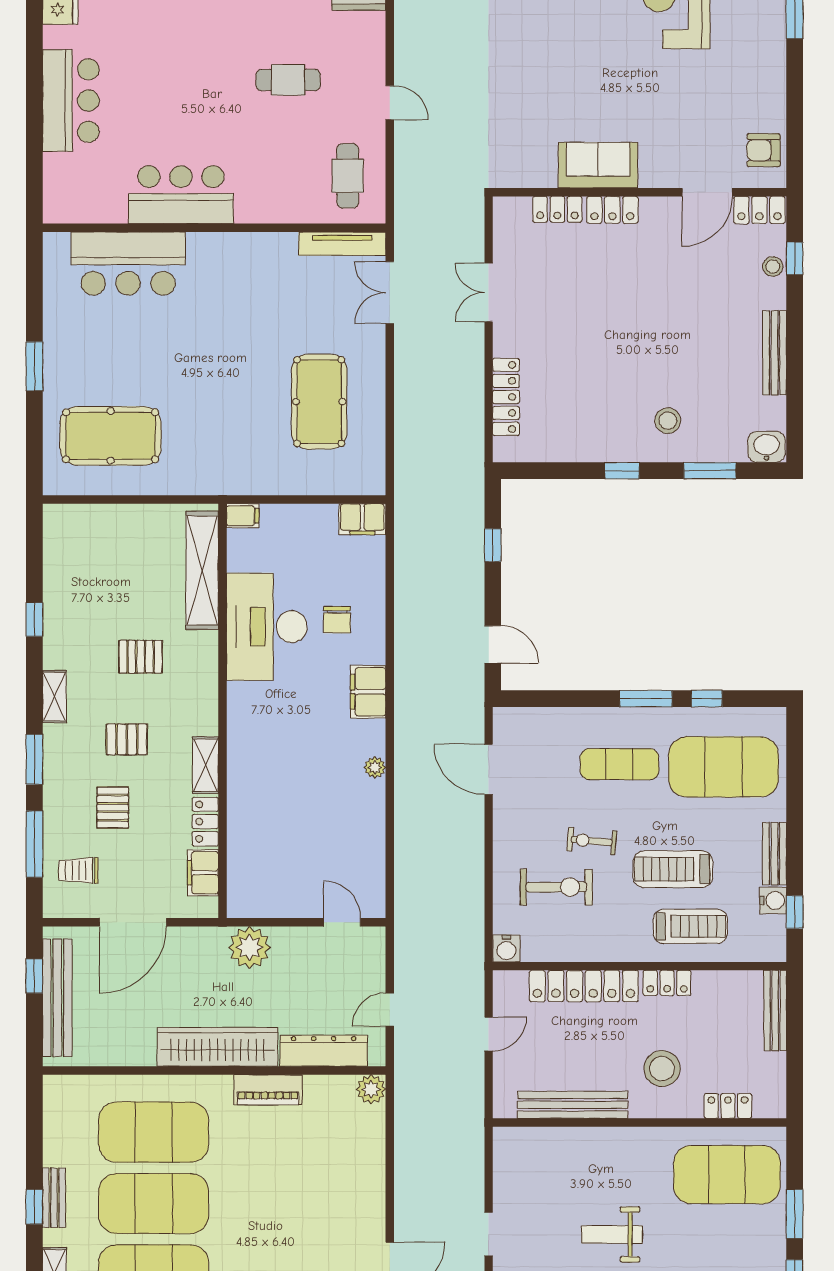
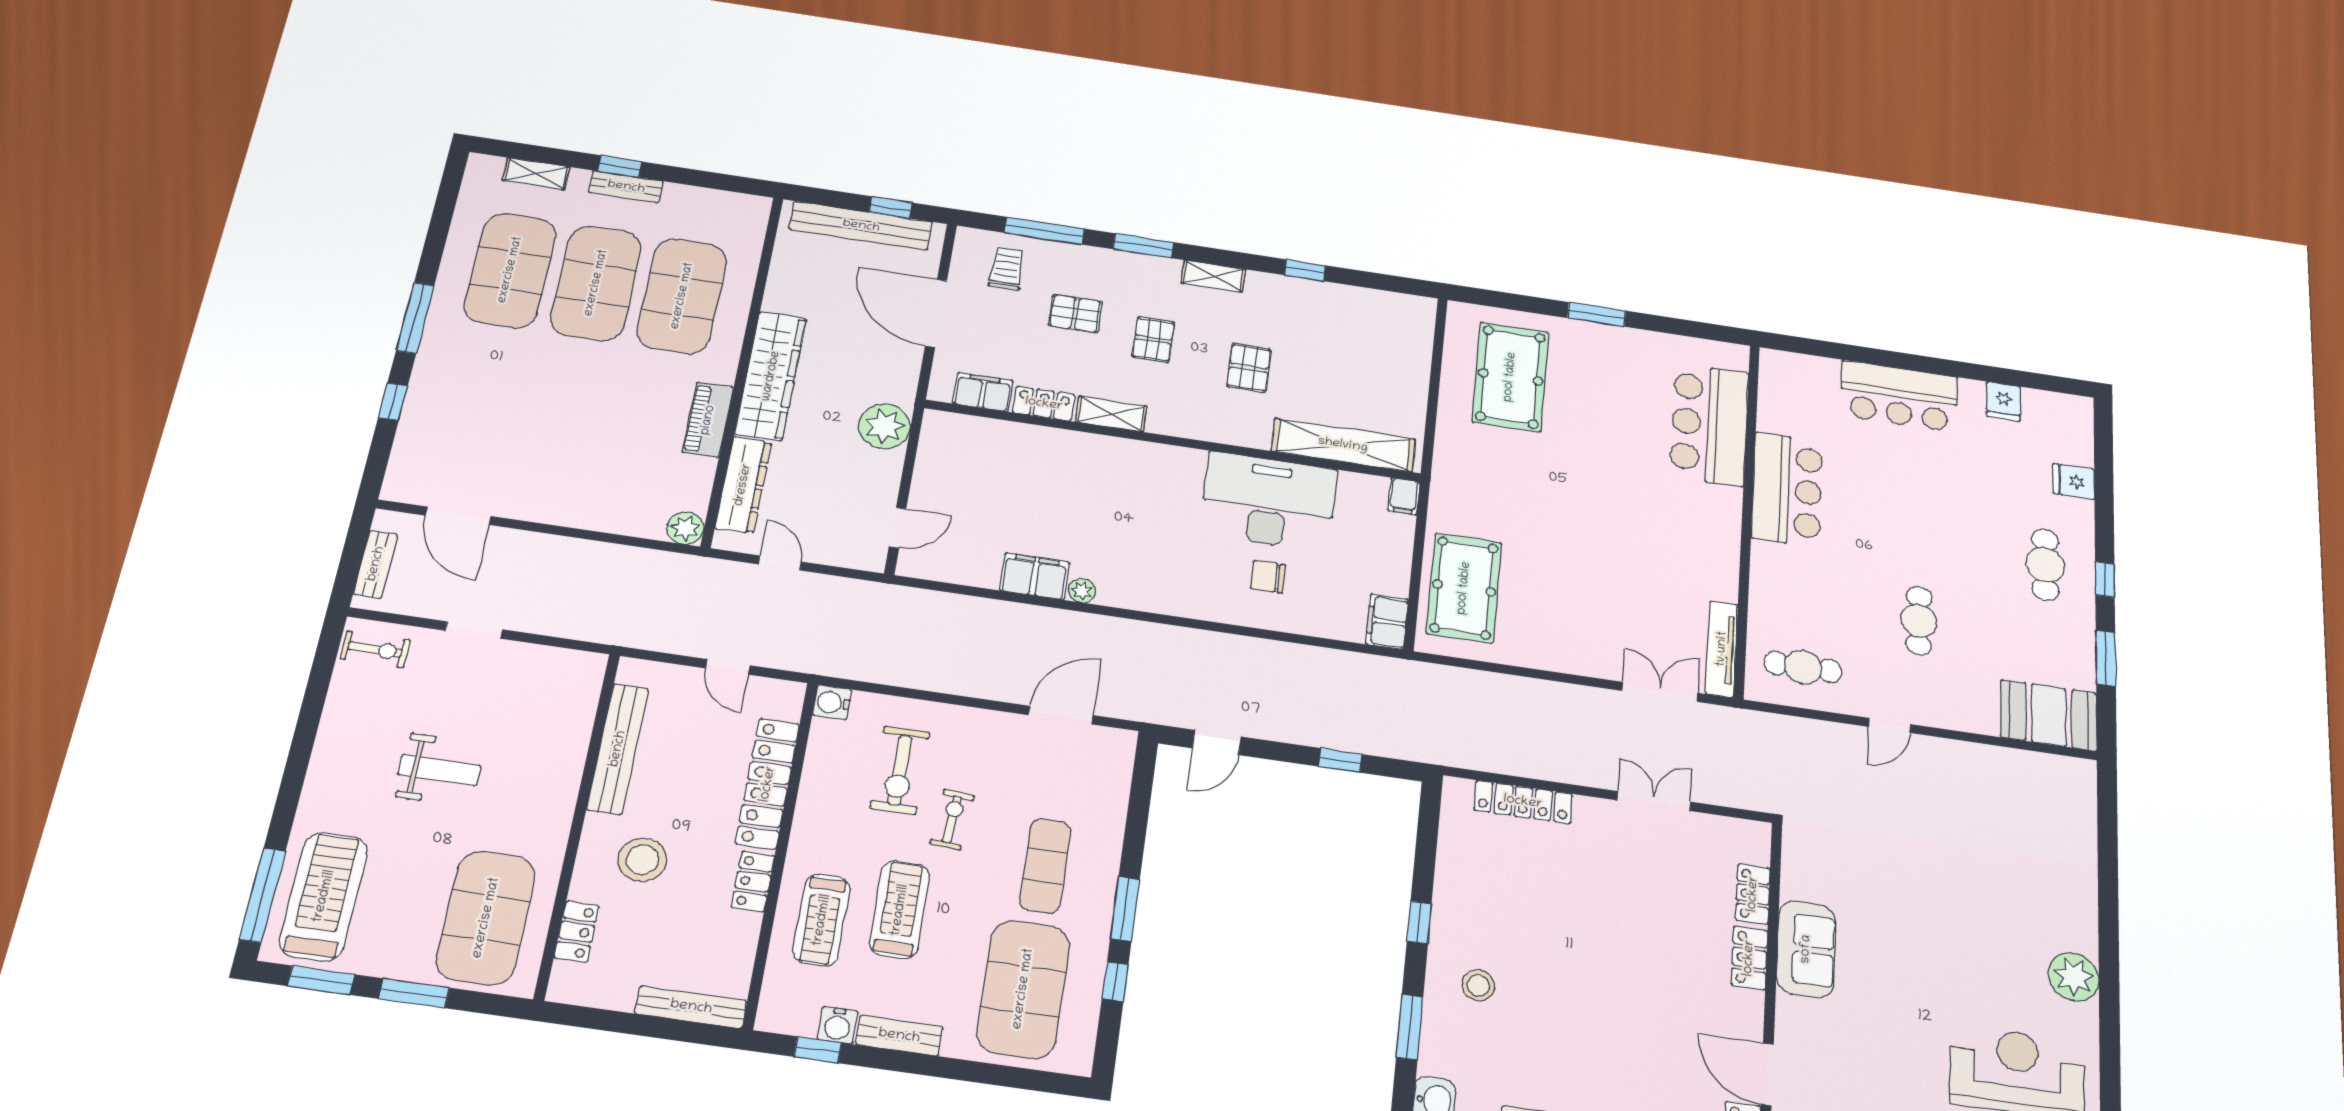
pool table: (319, 402) -> (1464, 588), moved, turned 90
filing cabinet: (368, 692) -> (1035, 576), moved
weight bench: (612, 1234) -> (439, 770), turned 90

